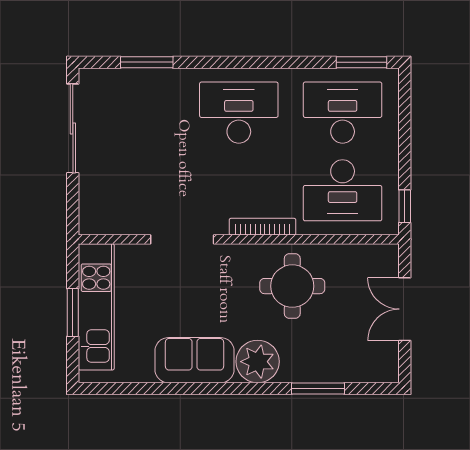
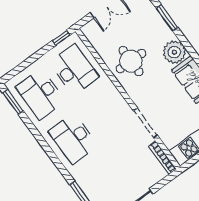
bookcase: (262, 227) -> (162, 158), moved

